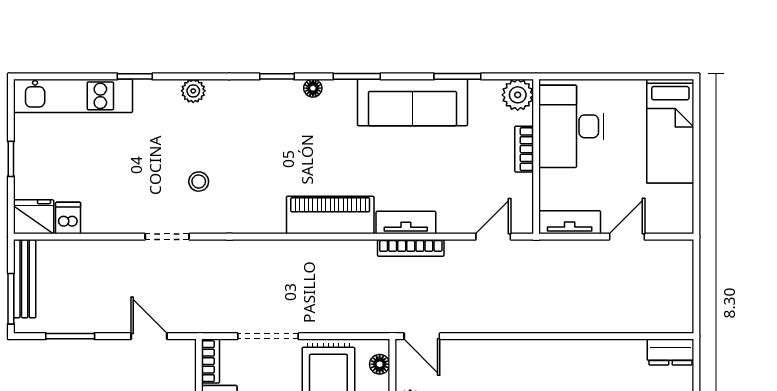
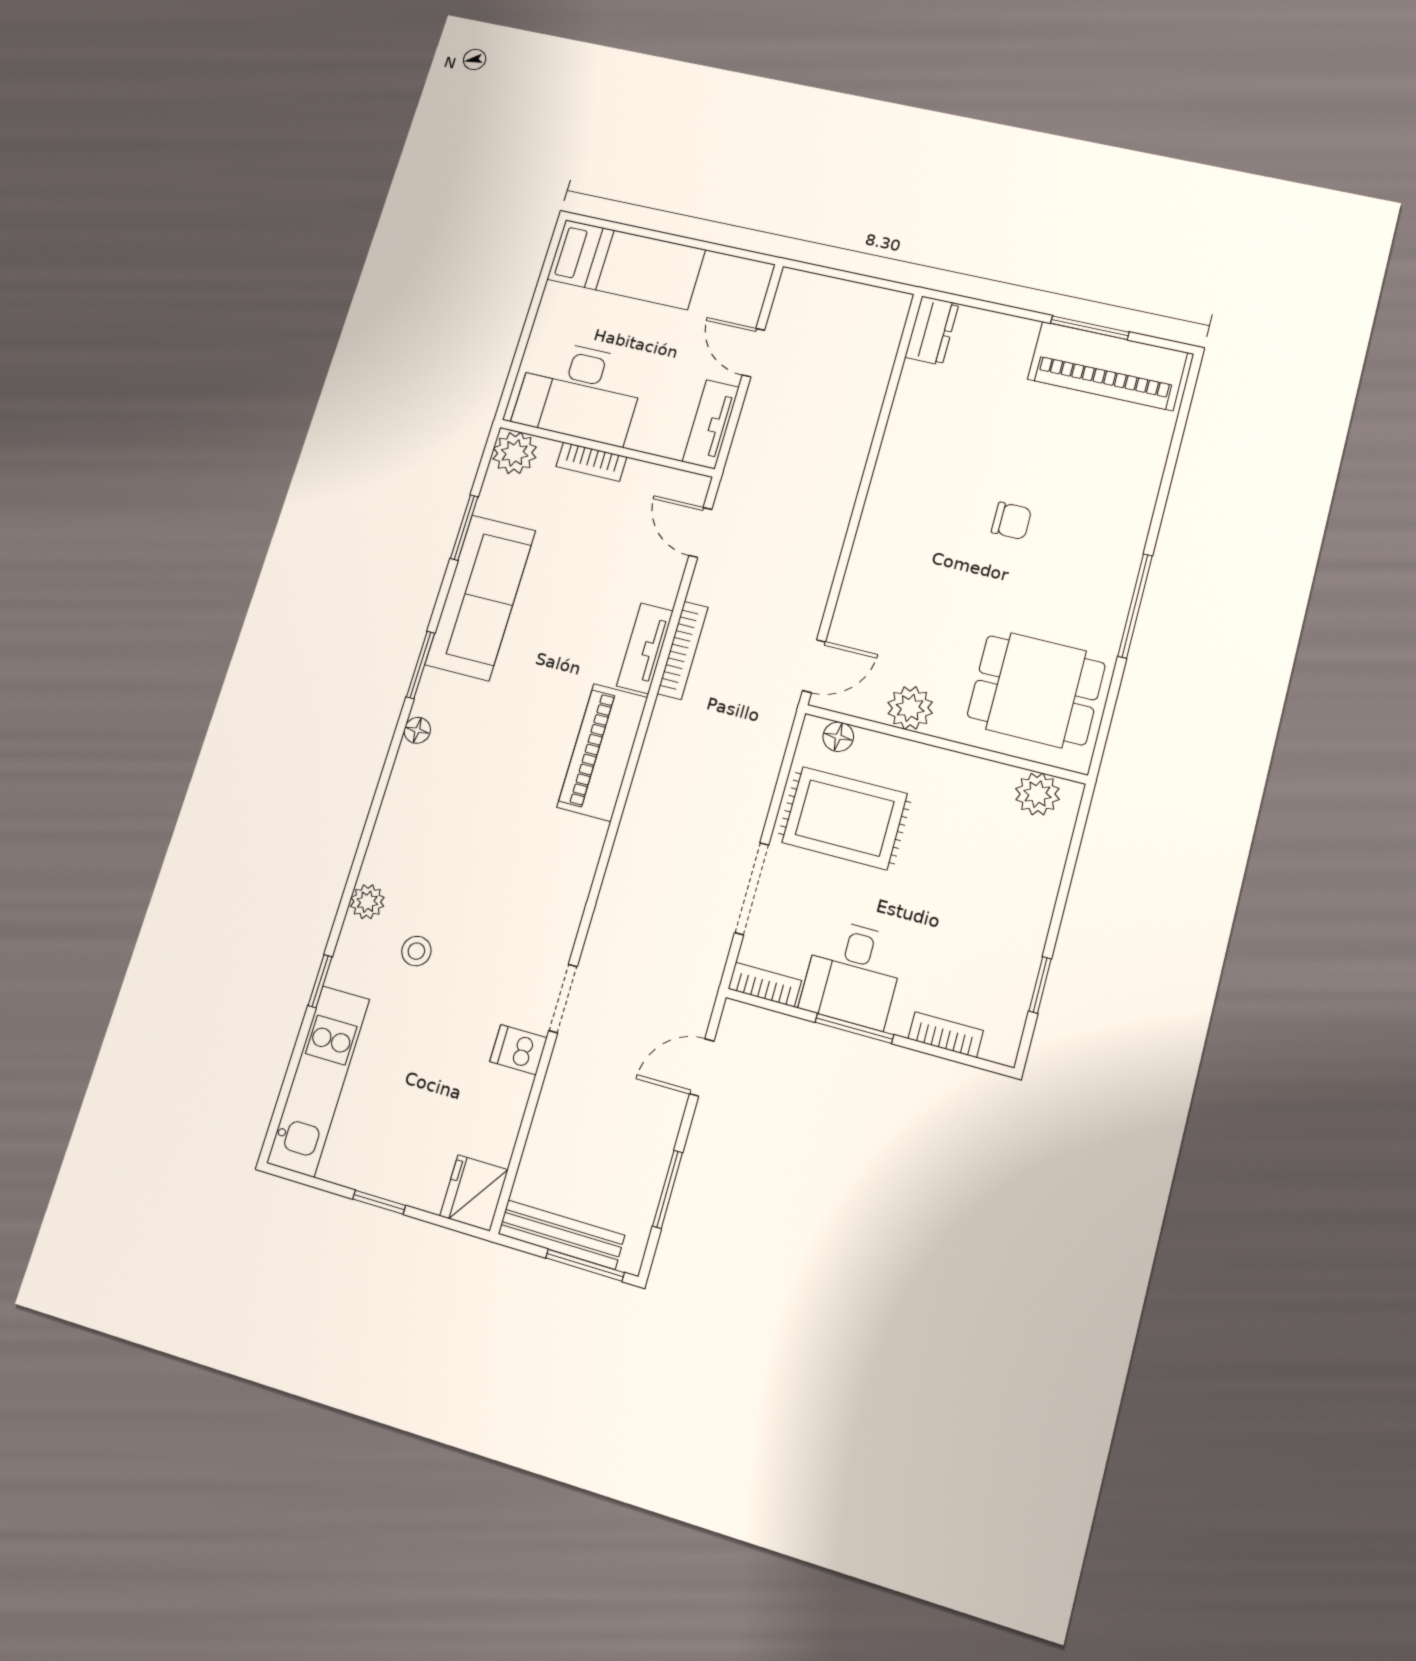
window: (277, 76) -> (385, 777), removed
stool: (199, 182) -> (416, 951), moved
dishwasher: (68, 218) -> (518, 1050), moved

